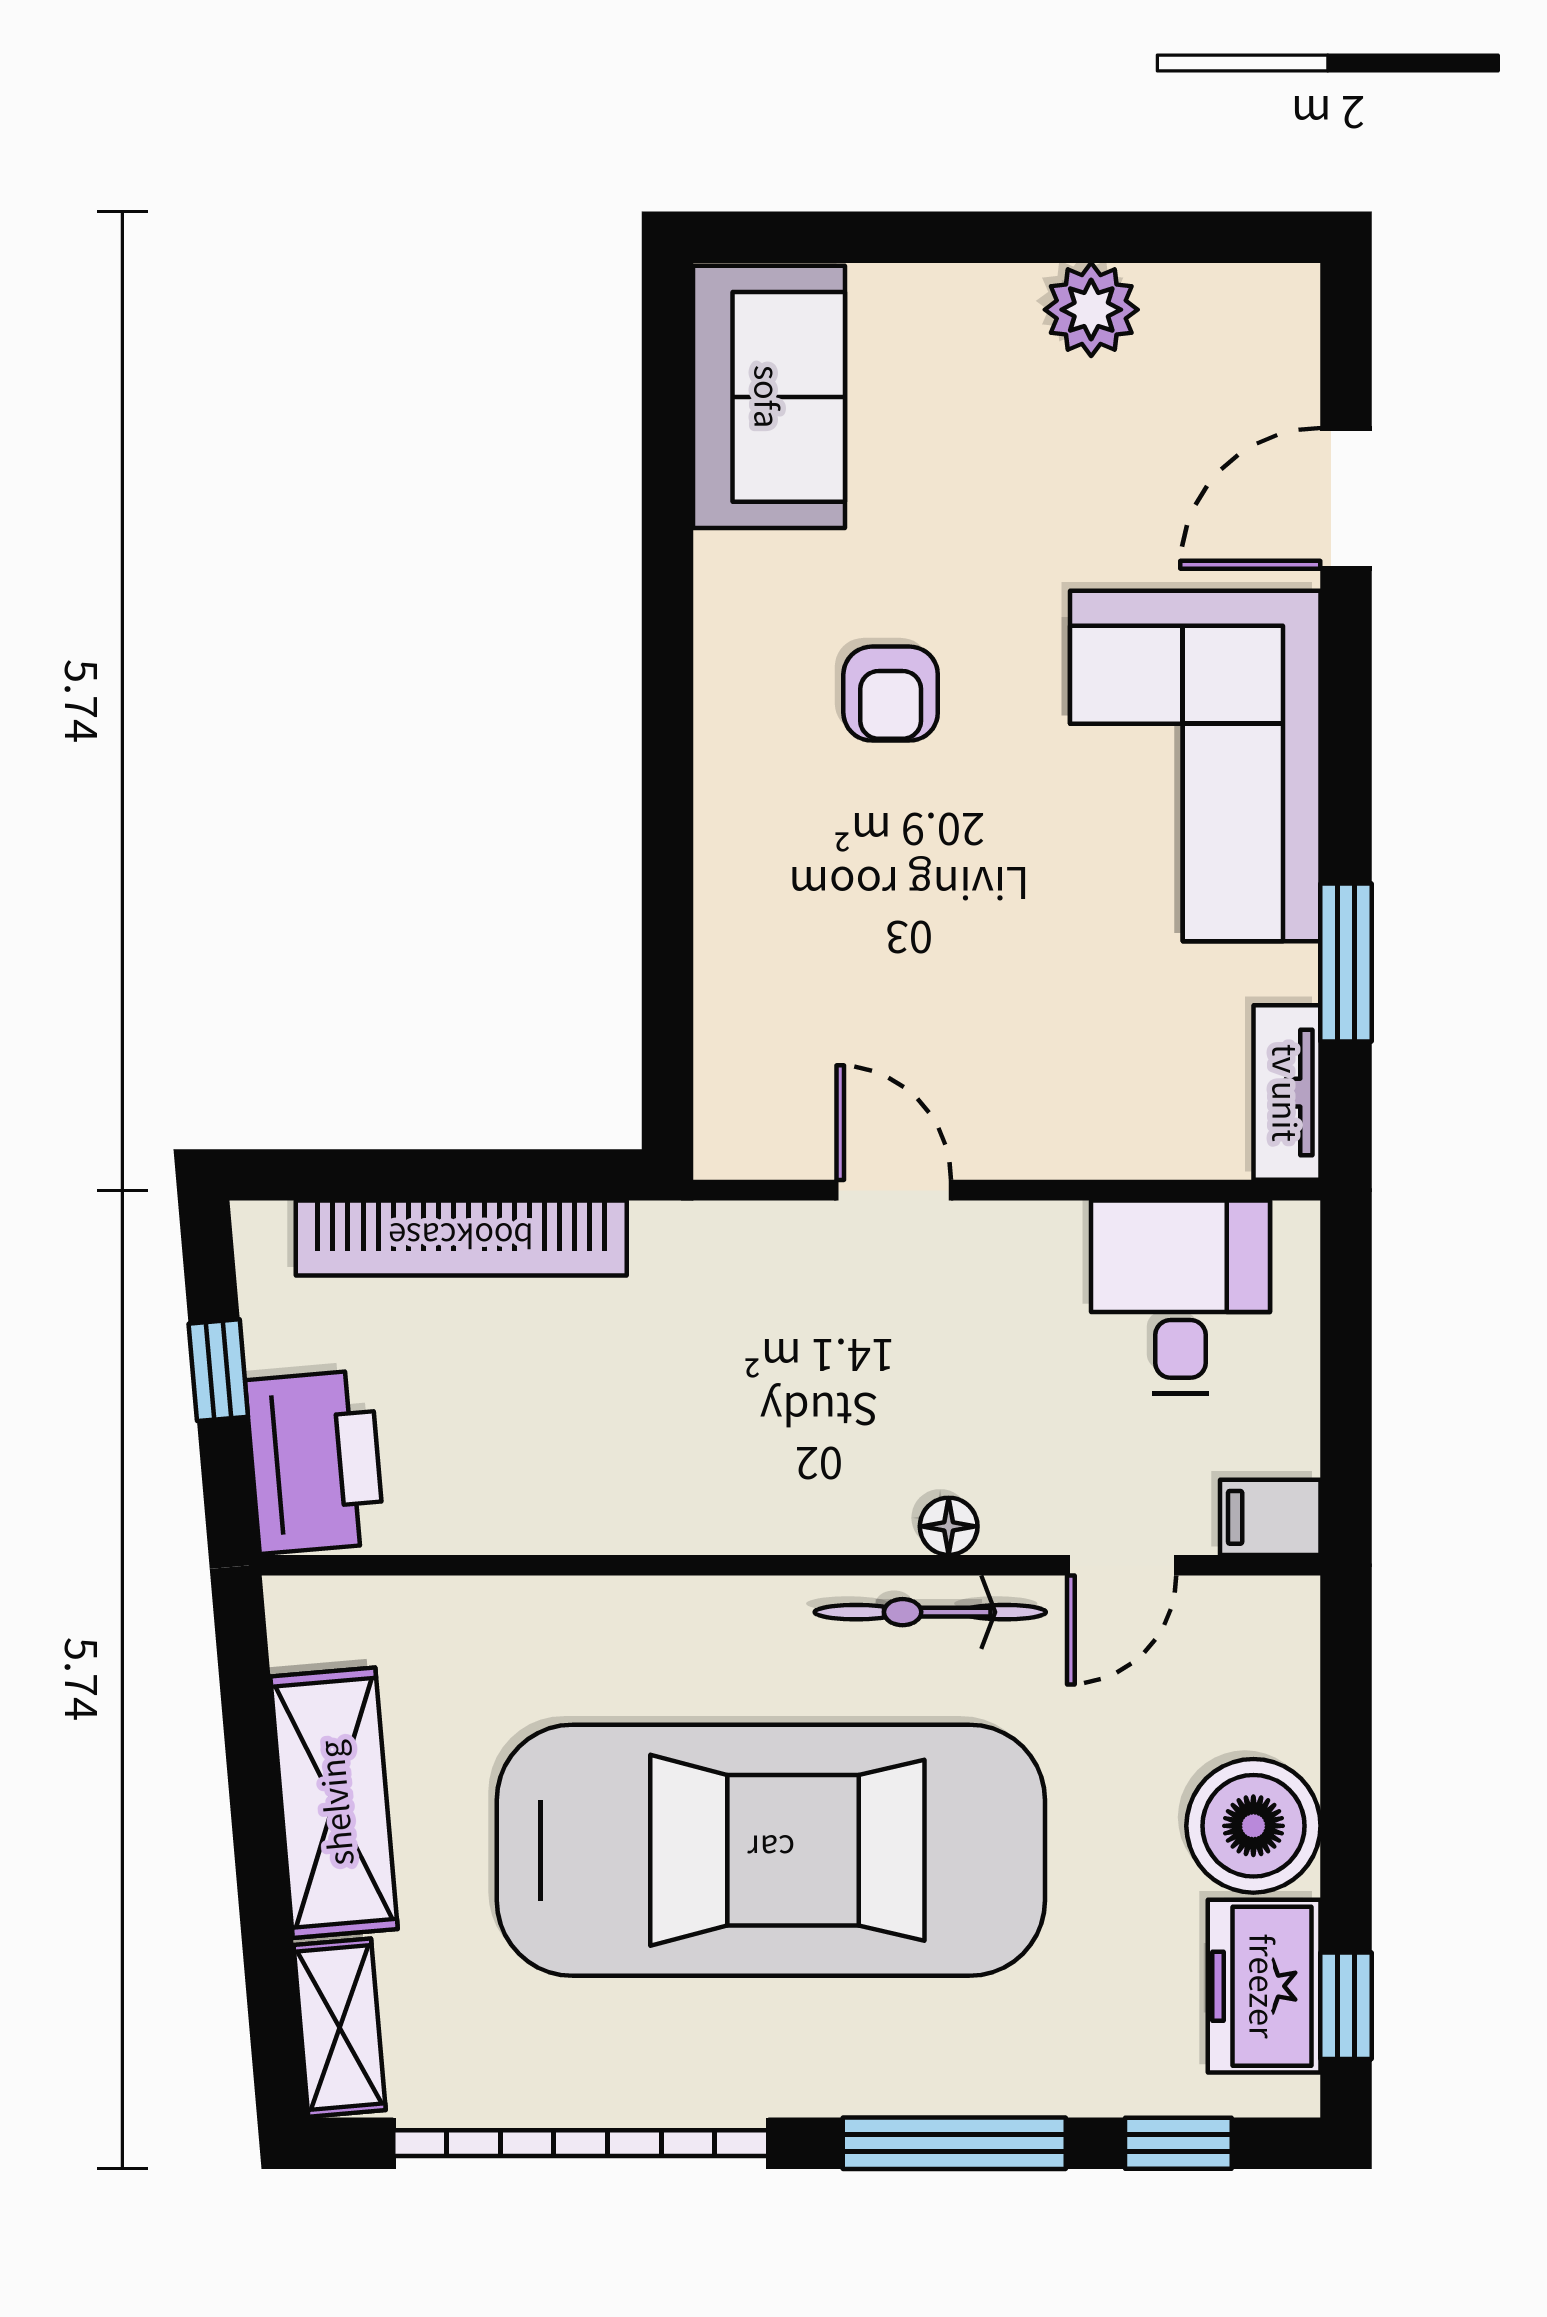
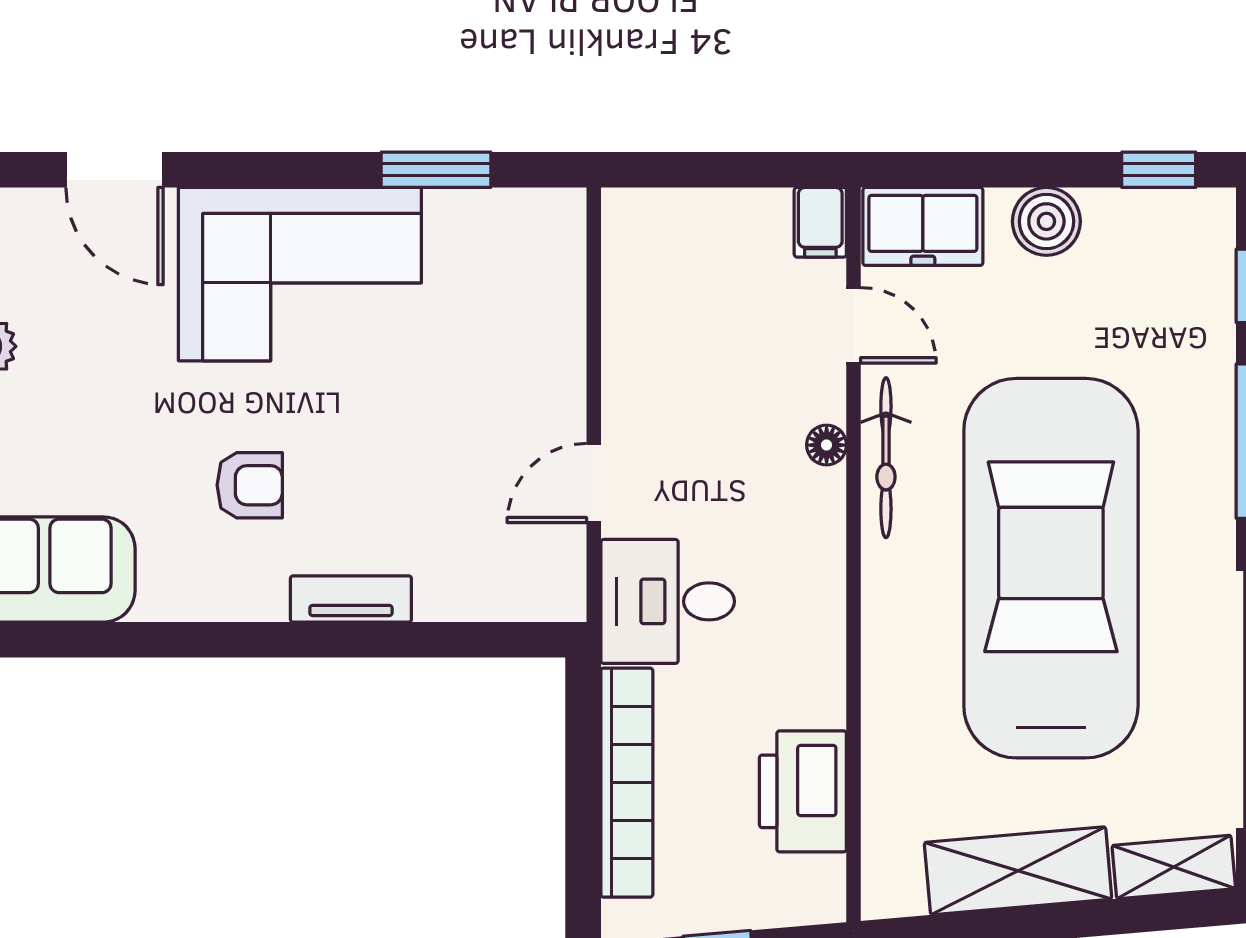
tv unit: (1287, 1093) -> (351, 599), moved, turned 180
desk: (1180, 1297) -> (668, 601), moved
printer: (315, 1462) -> (803, 791), moved, turned -85
boiler: (1253, 1826) -> (1046, 221), width x0.73, depth x0.73
freezer: (1264, 1986) -> (923, 226), moved

